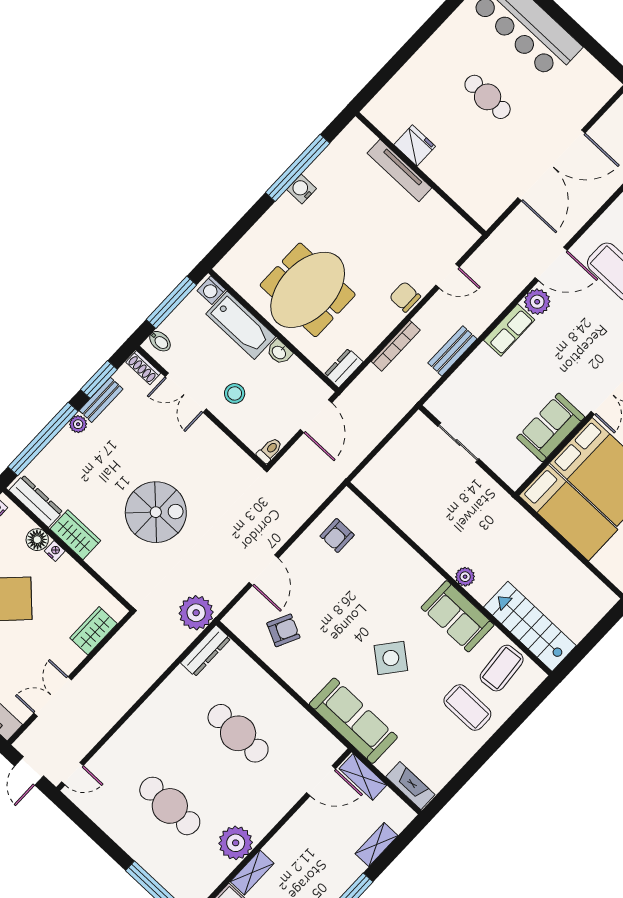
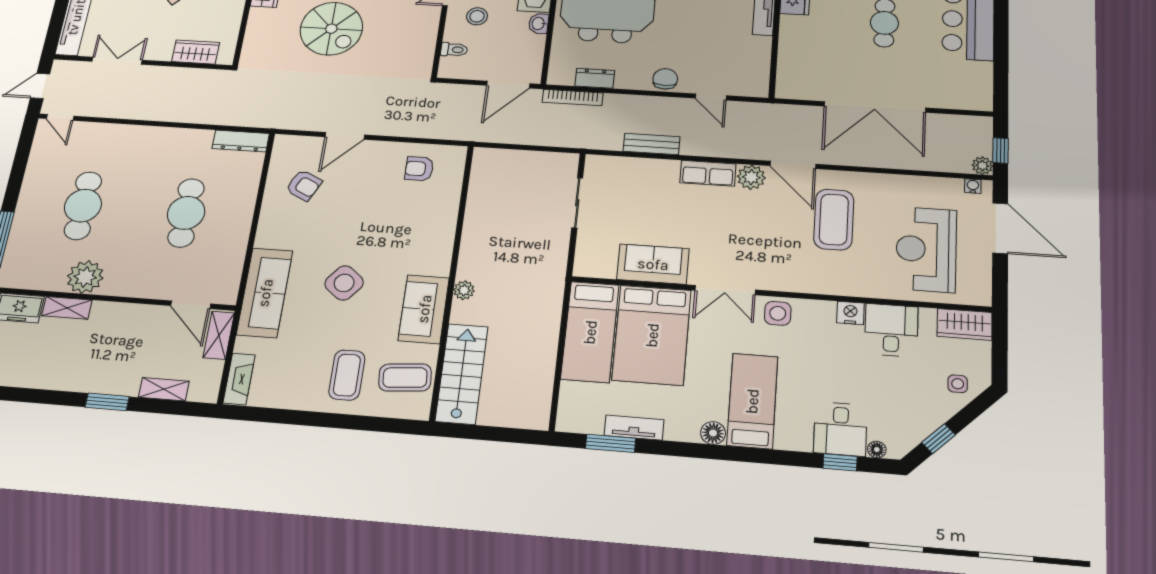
bookcase: (396, 346) -> (573, 98), moved
dresser: (344, 368) -> (595, 78), moved
toilet: (270, 450) -> (454, 50), moved
plant: (196, 613) -> (268, 113), removed

